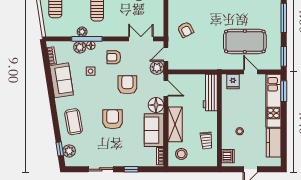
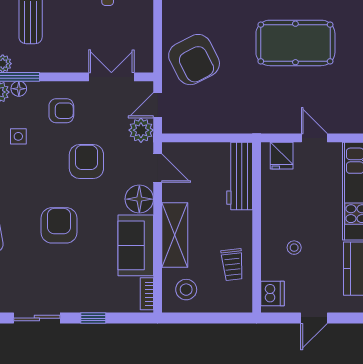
armchair: (186, 30) -> (194, 60), width x1.88, depth x1.88
pool table: (245, 41) -> (295, 43), moved
armchair: (114, 57) -> (61, 111), turned 180

